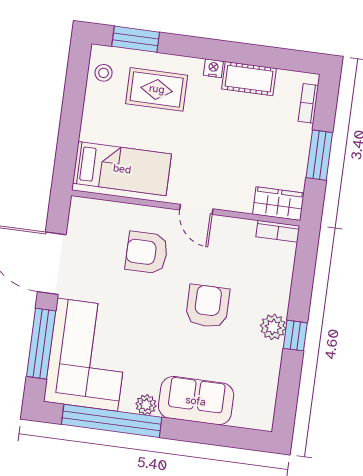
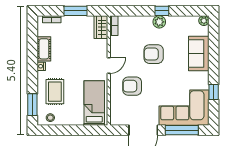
armchair: (147, 253) -> (132, 86), turned 90
plant: (146, 405) -> (204, 21), moved
window: (112, 421) -> (214, 92), width x0.32

